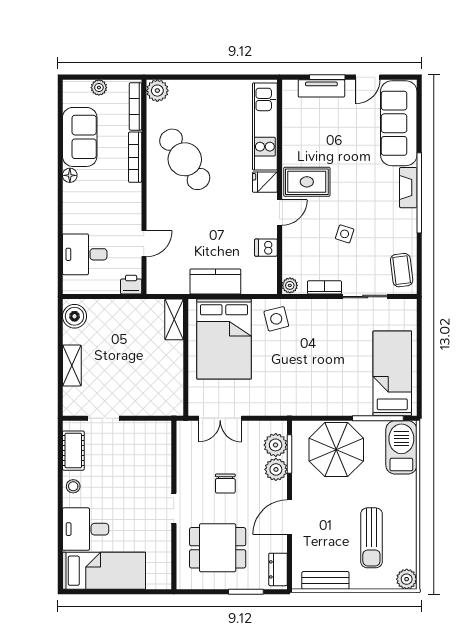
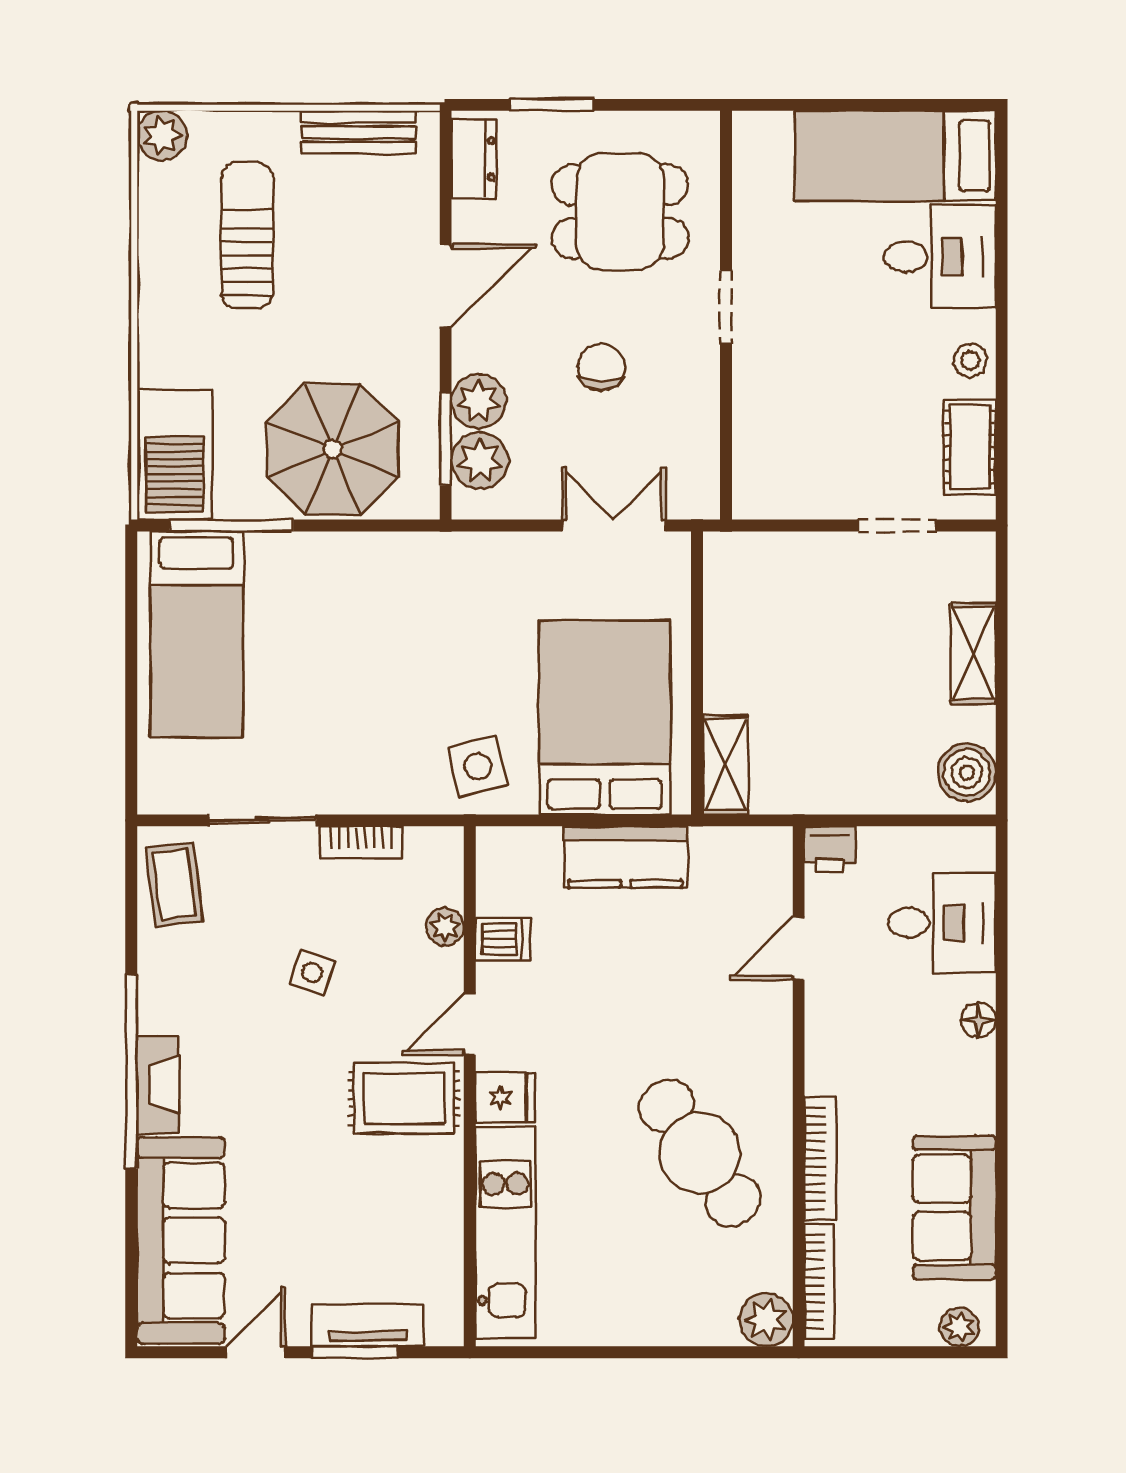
plant: (99, 88) -> (960, 1327), moved
floor lamp: (70, 175) -> (978, 1020), moved
plant: (290, 285) -> (445, 927), moved

